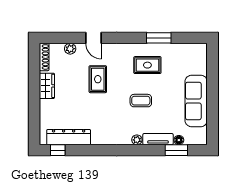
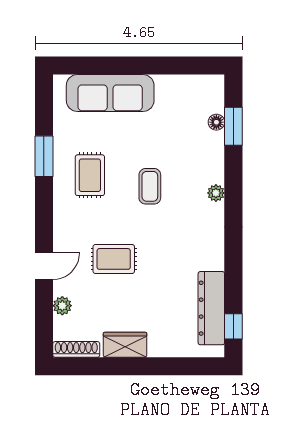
sofa: (196, 101) -> (110, 93), moved
tv unit: (158, 139) -> (215, 157), removed

